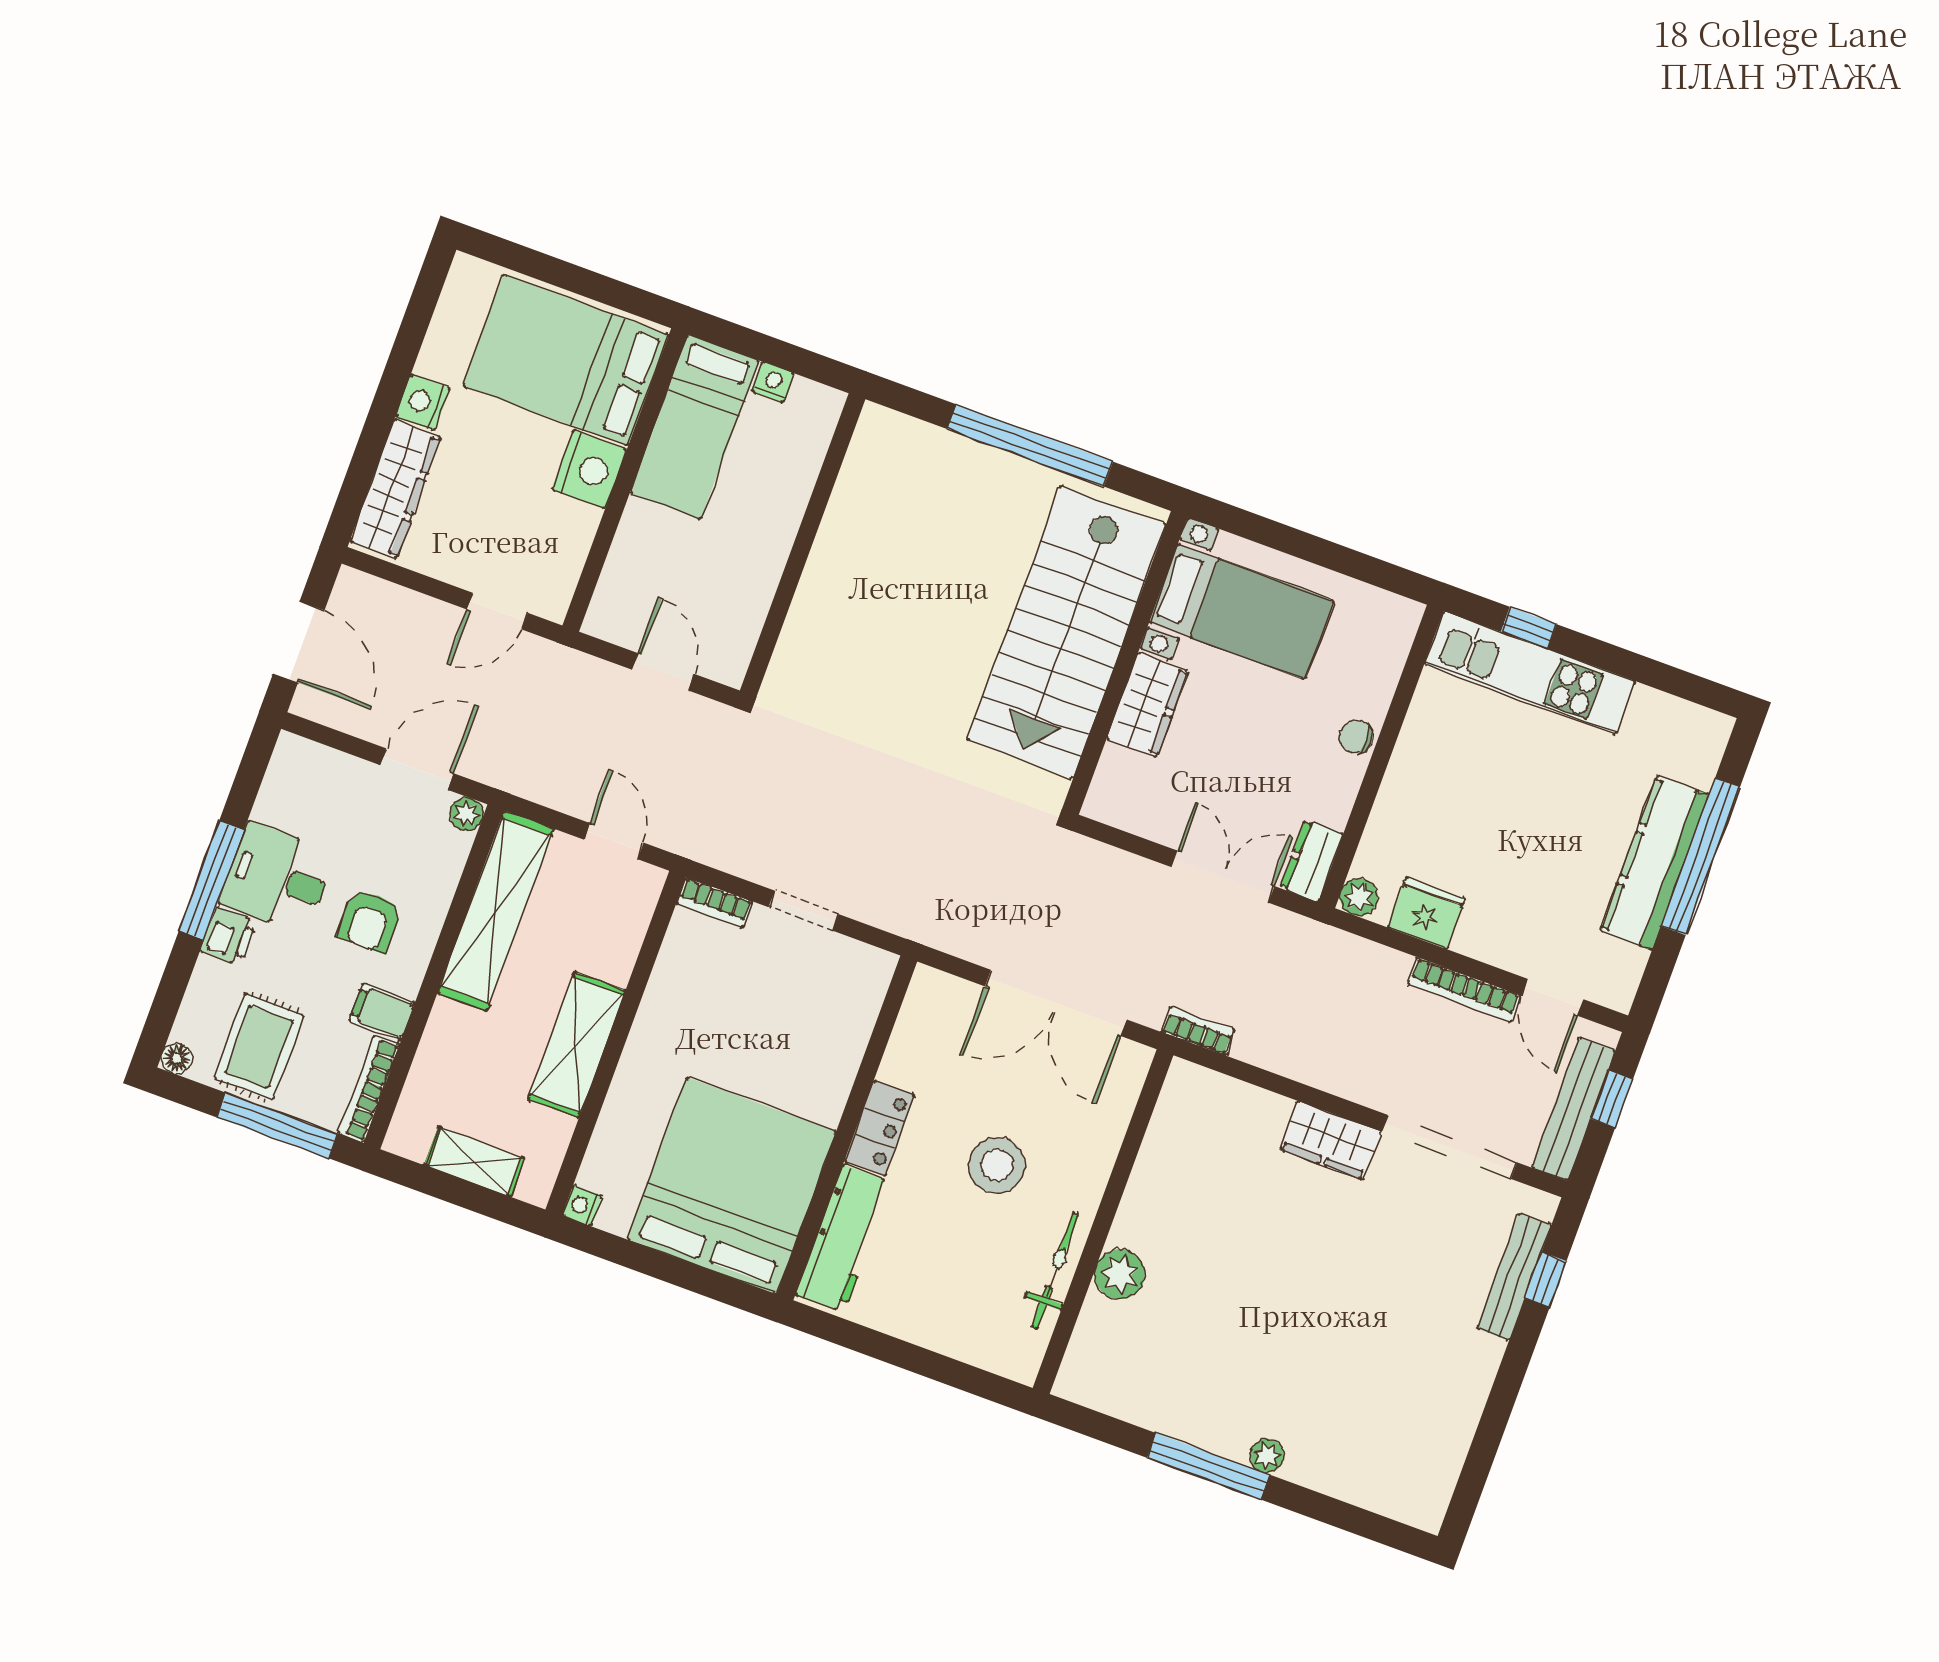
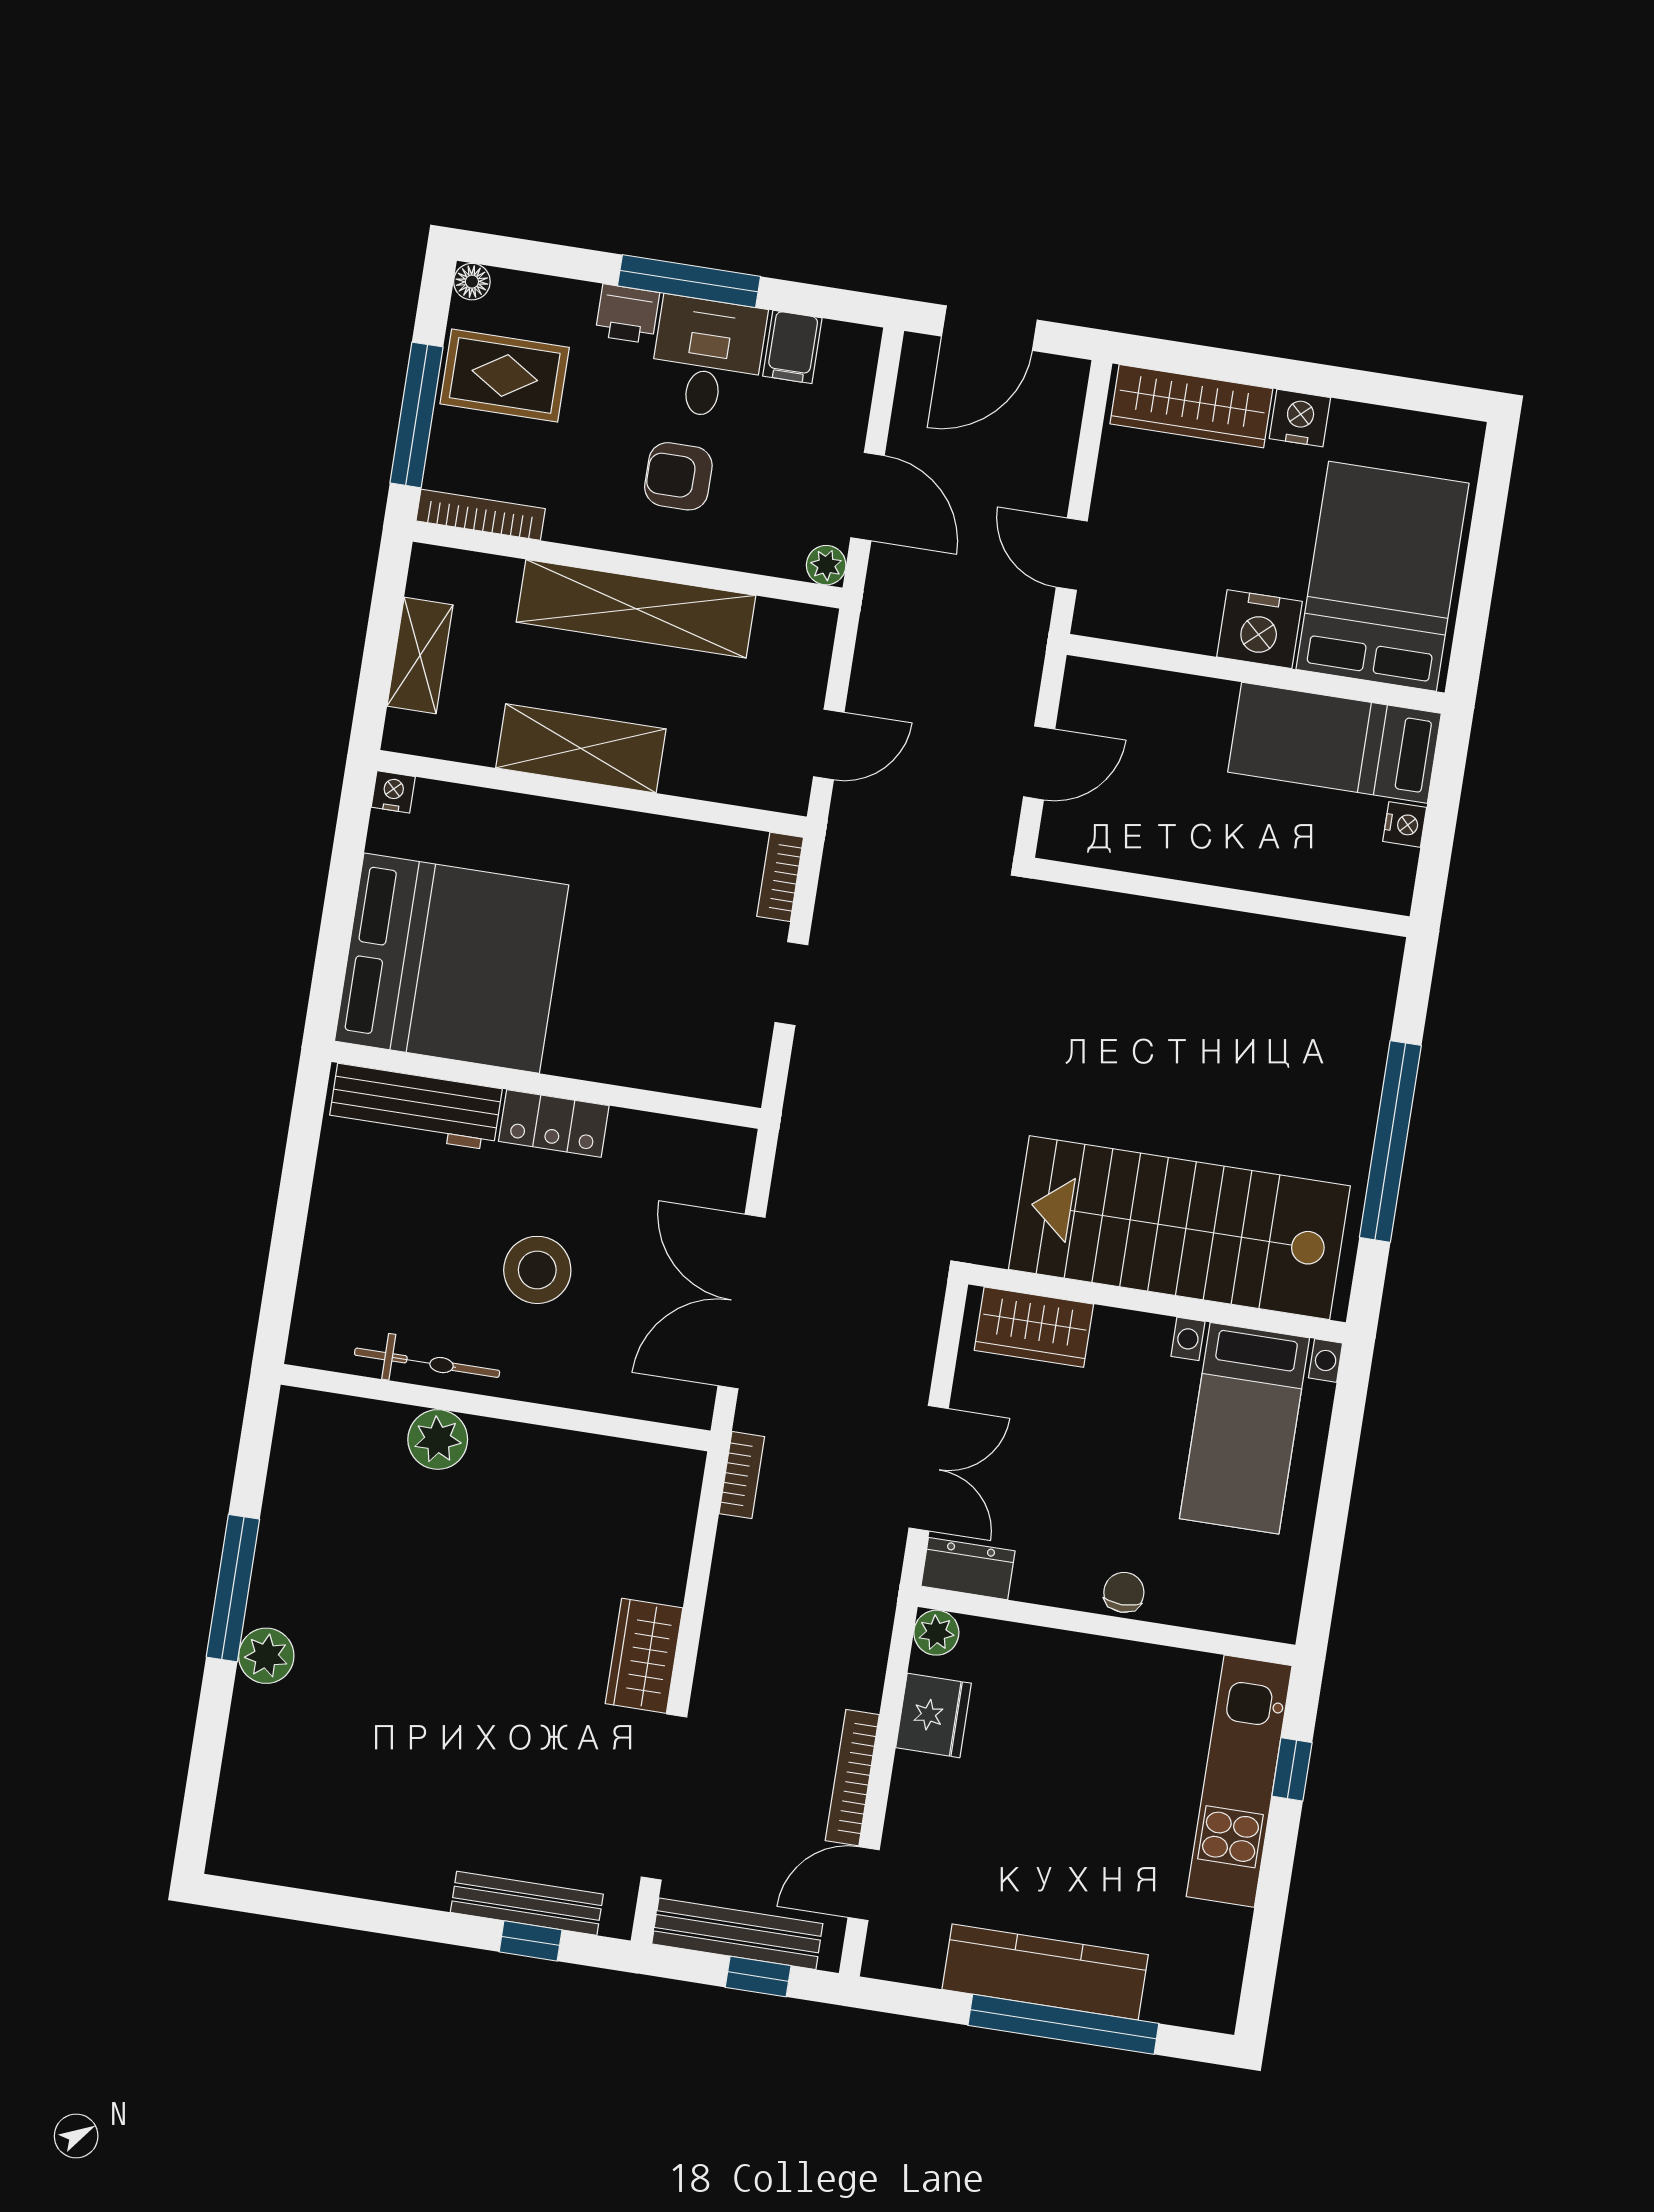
wardrobe: (1147, 705) -> (1034, 1327), moved
shelving: (496, 911) -> (636, 609), moved
filing cabinet: (382, 1012) -> (792, 347), moved, turned 180
plant: (1267, 1456) -> (266, 1656), width x1.38, depth x1.38

